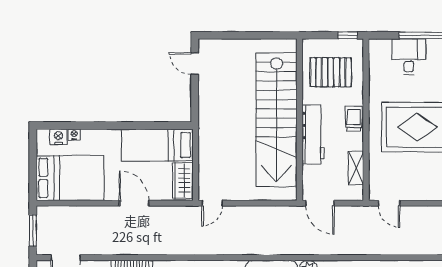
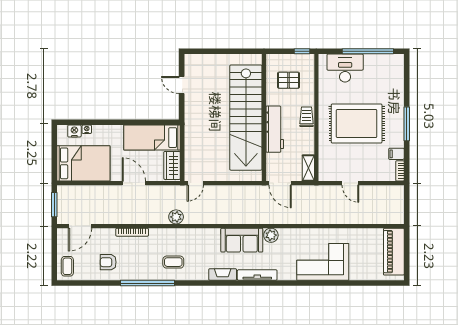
desk: (409, 57) -> (345, 68), width x1.37
door: (195, 64) -> (182, 85), moved
pallet: (331, 72) -> (289, 80), width x0.67, depth x0.71
shelving: (356, 168) -> (308, 168), moved
door: (389, 203) -> (350, 183), moved
plant: (188, 246) -> (176, 217), added

